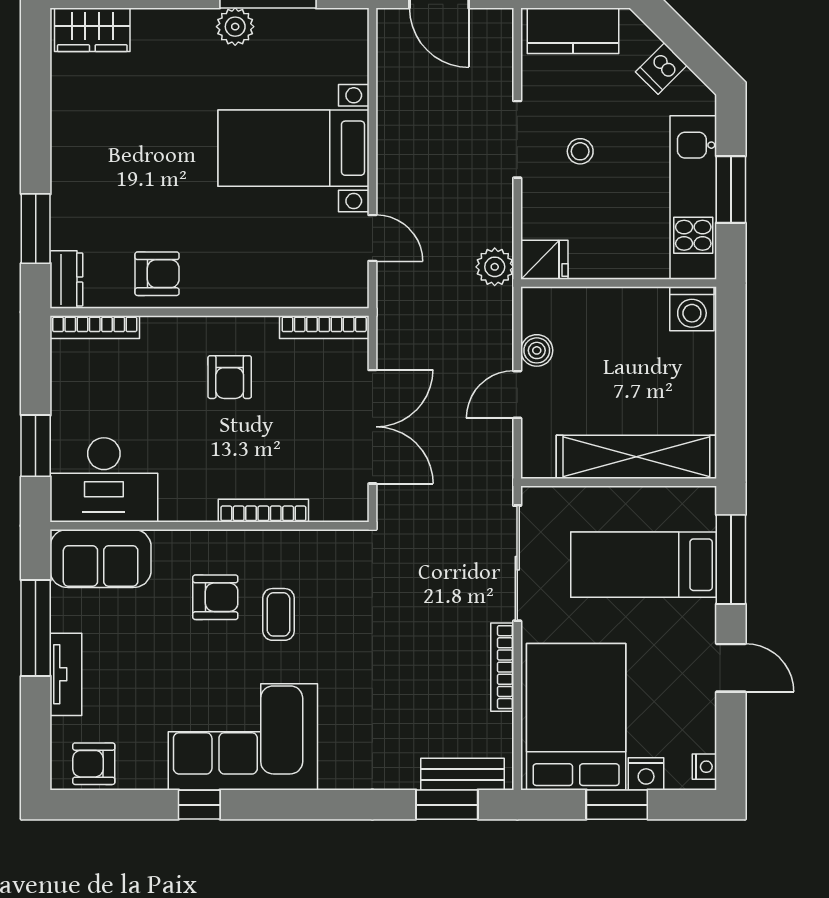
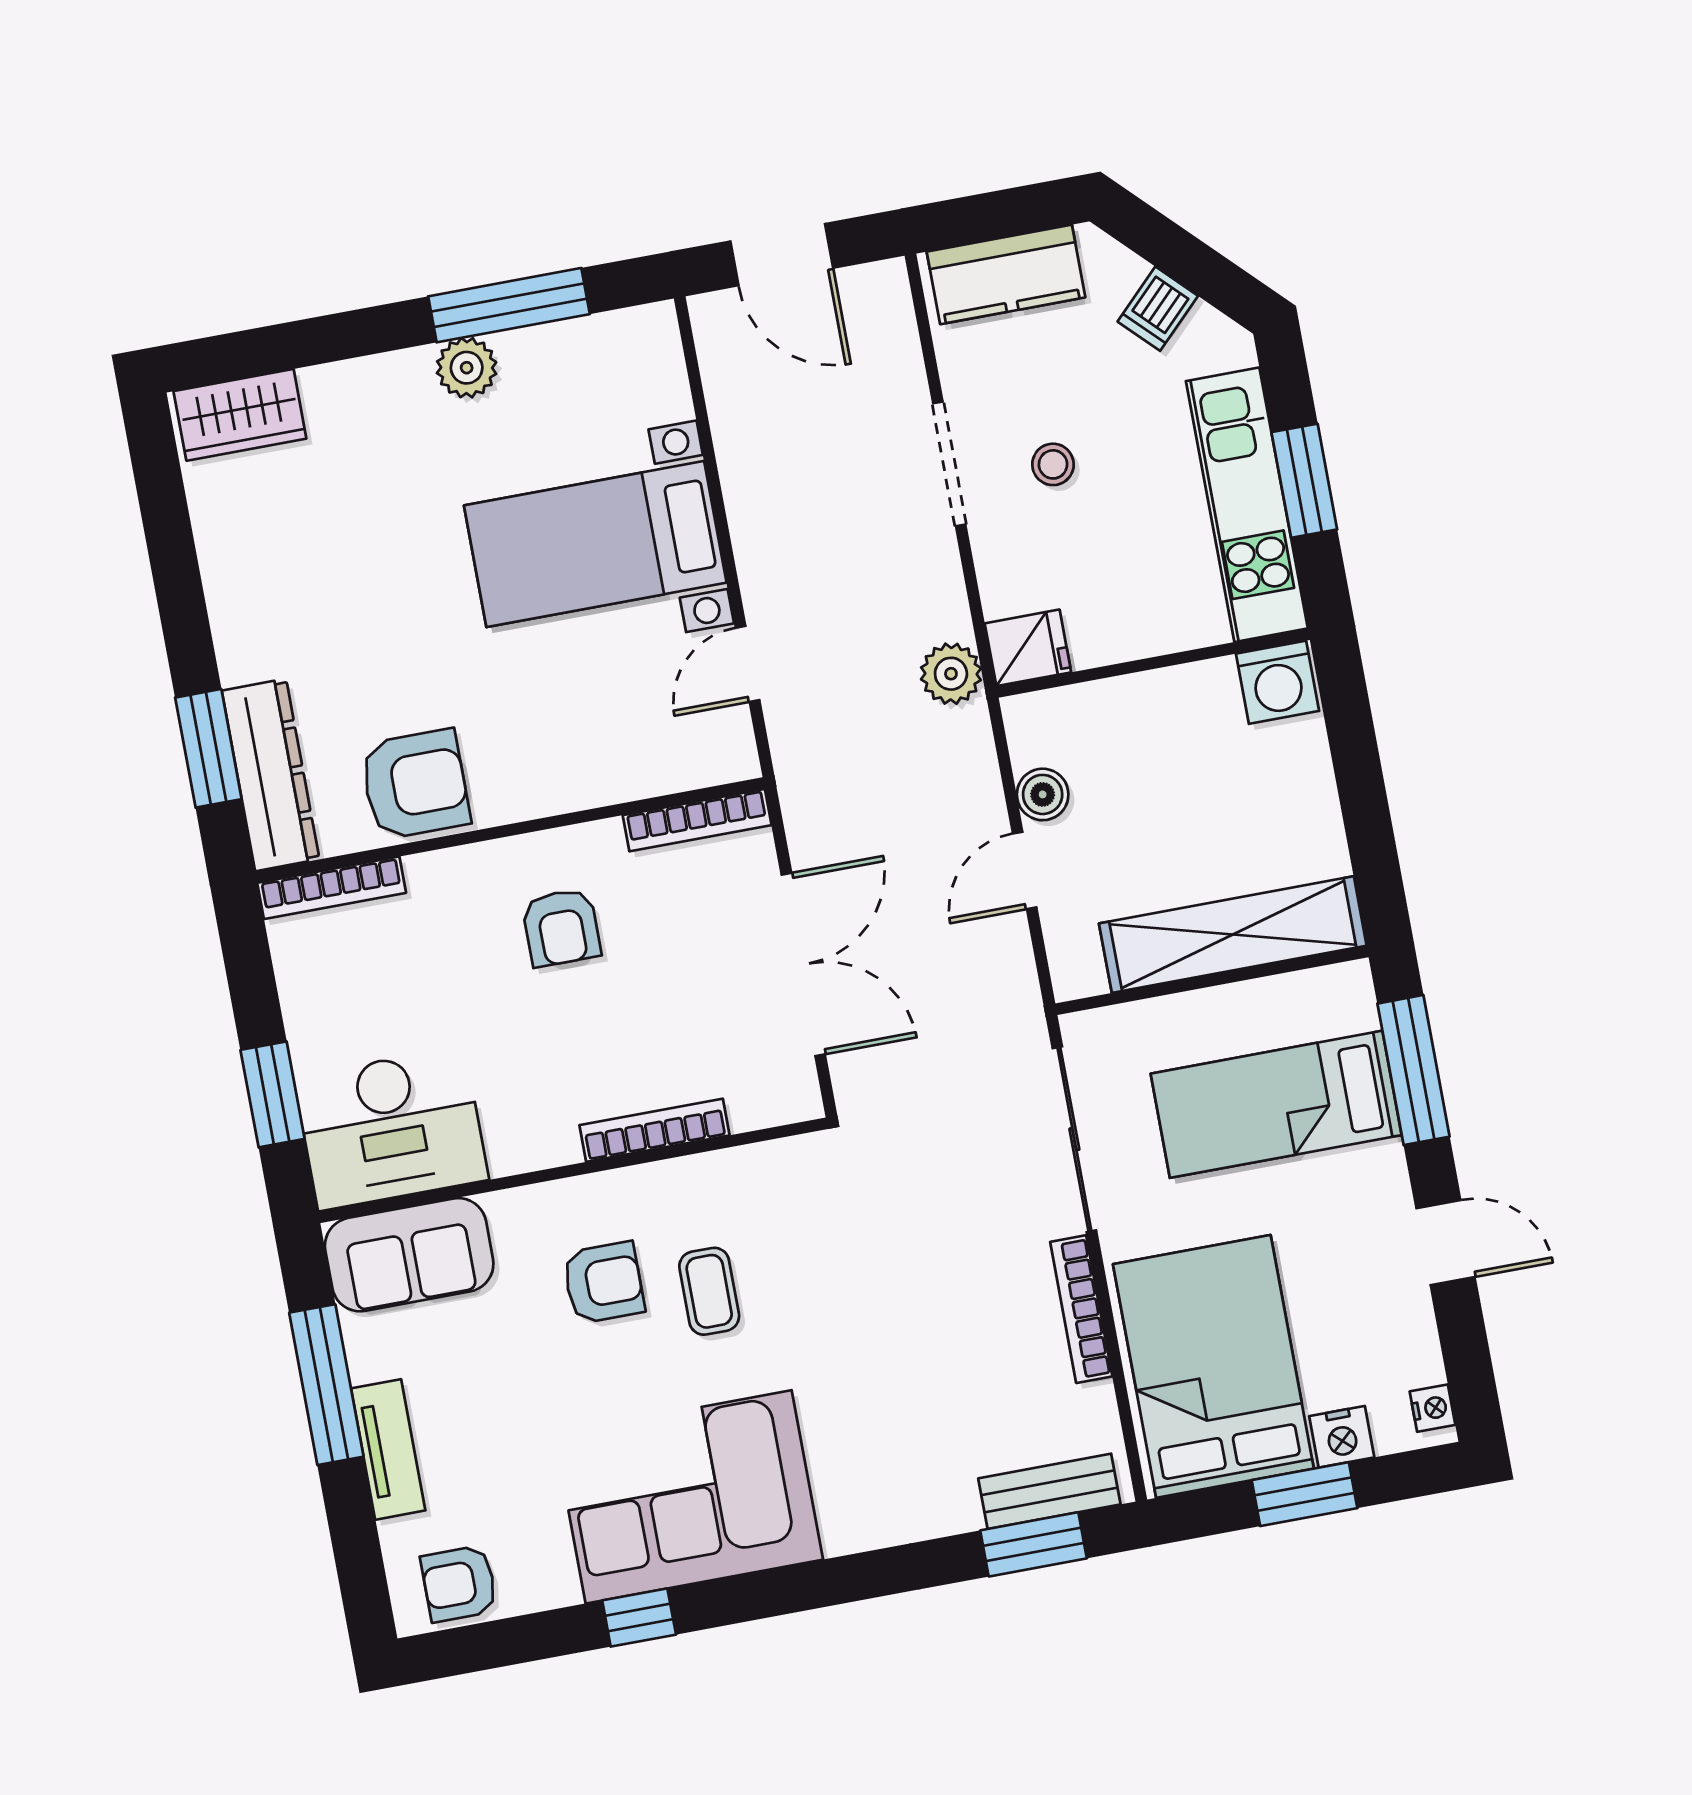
door: (372, 238) -> (748, 664), swing flipped
armchair: (157, 274) -> (415, 784), width x1.38, depth x1.38
dresser: (66, 280) -> (271, 775), width x1.96, depth x1.24

